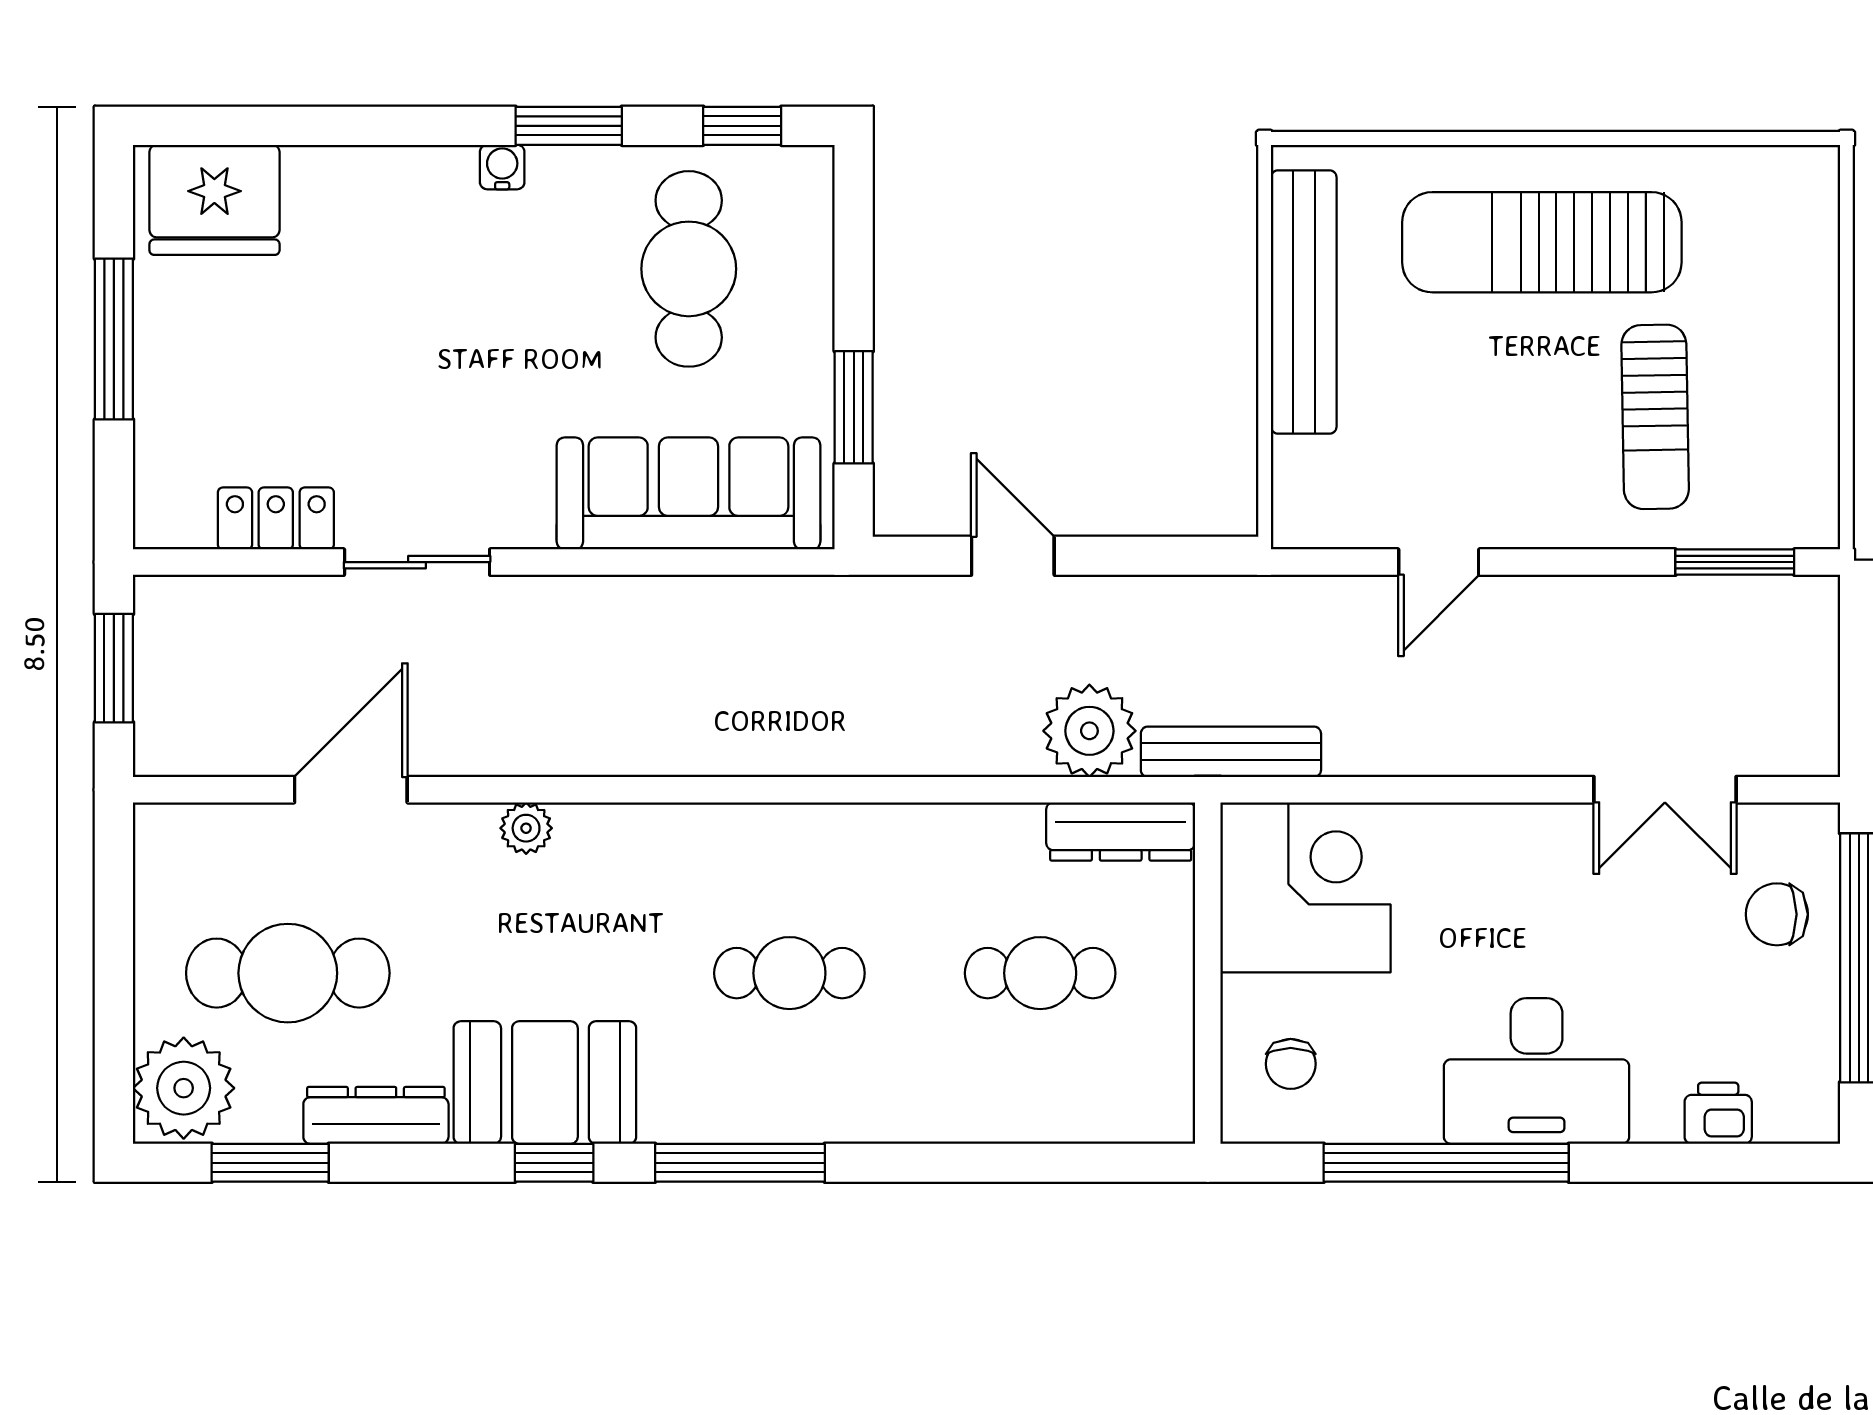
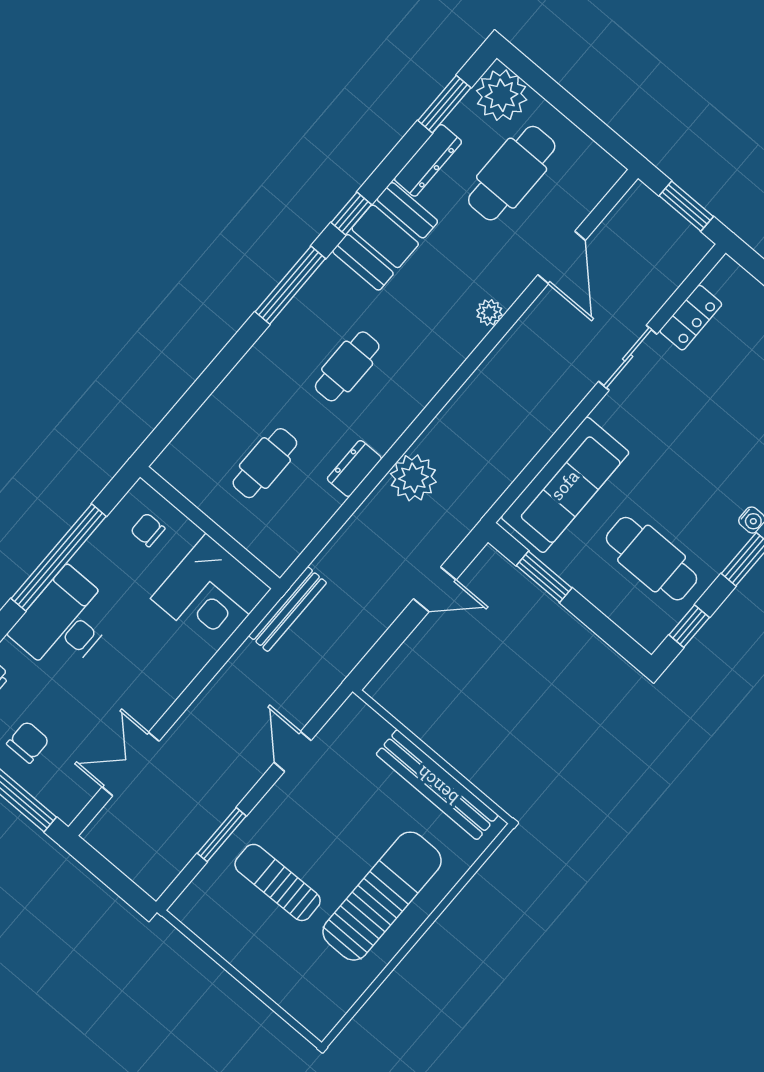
window: (1735, 562) -> (222, 835), moved
plant: (1089, 731) -> (413, 478), moved
dresser: (1121, 831) -> (354, 469), moved, width x0.70
chair: (1777, 914) -> (28, 742), moved

